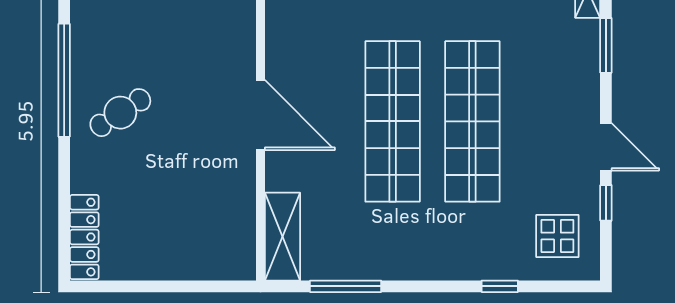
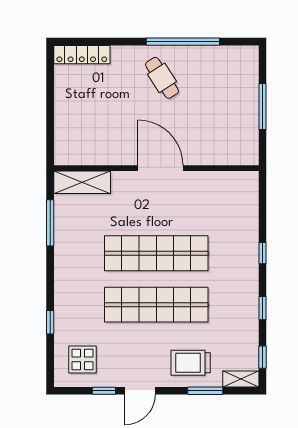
trolley: (563, 68) -> (191, 363), added
door: (261, 115) -> (160, 168), swing flipped

